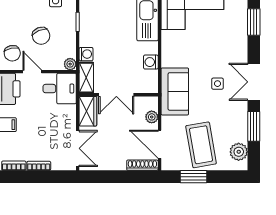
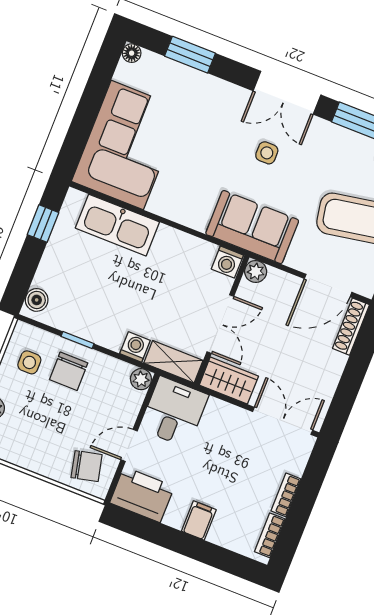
chair: (41, 36) -> (69, 371), moved, turned 113
washing machine: (151, 62) -> (227, 262), moved
plant: (152, 117) -> (256, 272), moved

